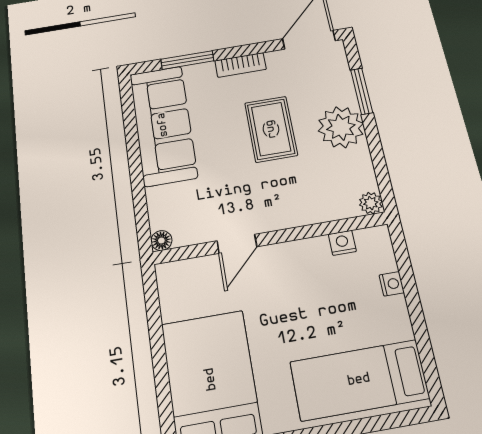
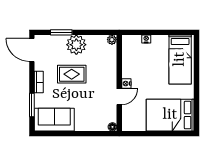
sofa: (163, 125) -> (54, 120), width x0.73
nightstand: (342, 243) -> (126, 84), moved
door: (237, 244) -> (119, 97), hinge flipped

